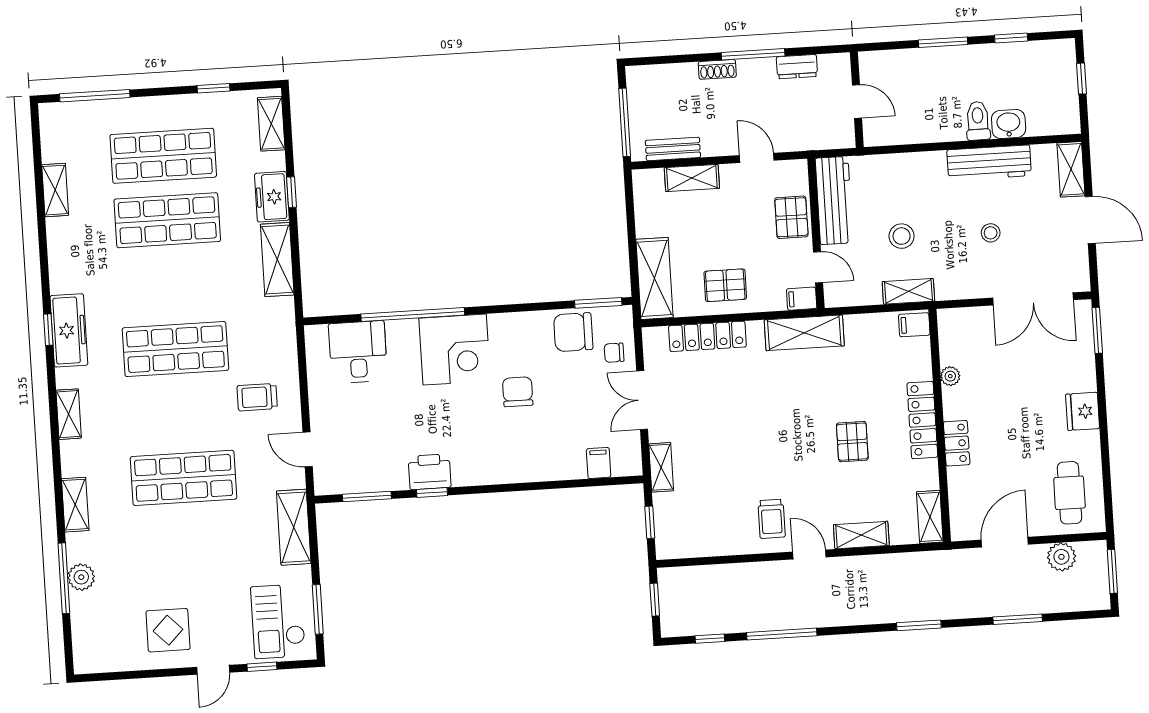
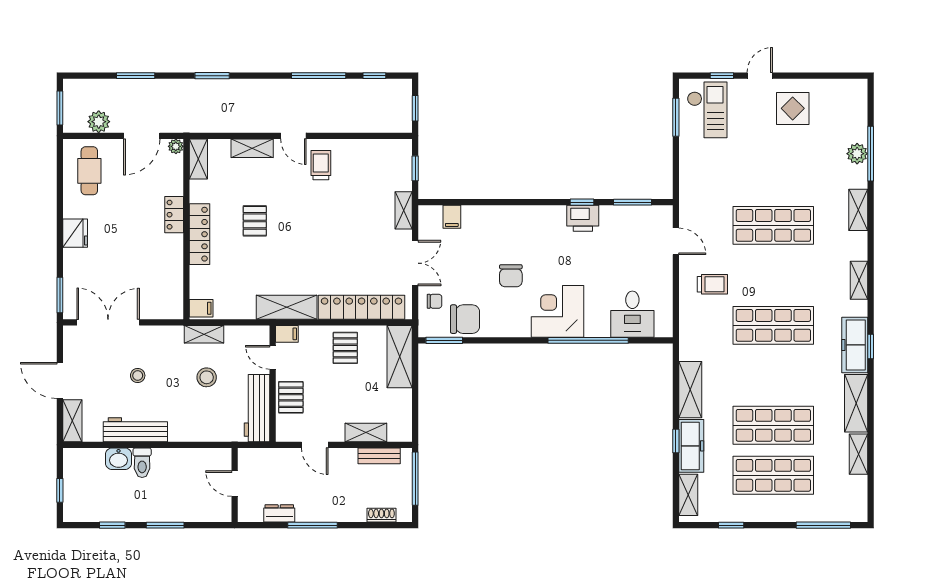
shoe rack: (717, 69) -> (381, 515), moved
freezer: (272, 197) -> (691, 446), width x1.40
pallet: (725, 285) -> (345, 348), turned 90
locker: (707, 336) -> (362, 307), width x1.41, depth x1.21
plant: (950, 376) -> (176, 146), moved
shelving: (294, 527) -> (856, 403), moved

